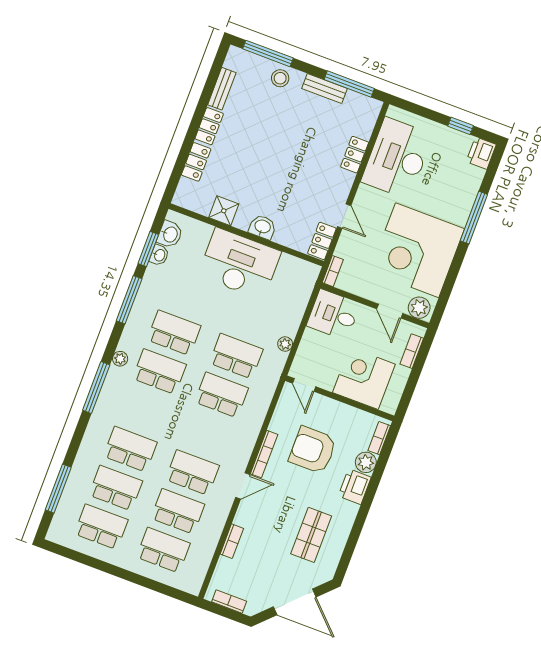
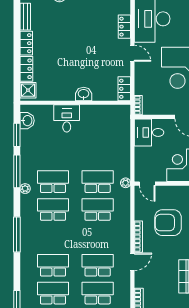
shower: (224, 211) -> (28, 90), moved
door: (344, 216) -> (132, 53), moved
washbasin: (159, 255) -> (25, 136), removed
desk: (240, 264) -> (67, 118), width x0.53, depth x0.77
plant: (285, 344) -> (126, 183), moved
plant: (120, 359) -> (25, 189), moved

